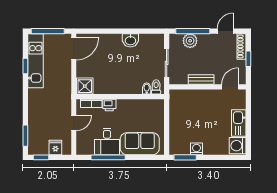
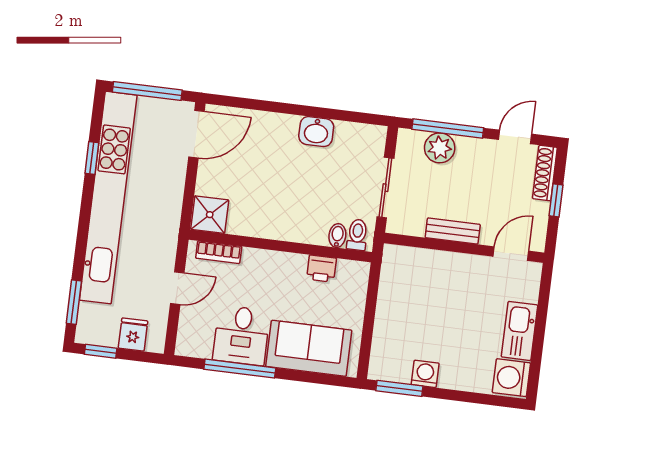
kitchen unit: (36, 61) -> (108, 198), width x1.86
printer: (109, 105) -> (321, 269), moved

